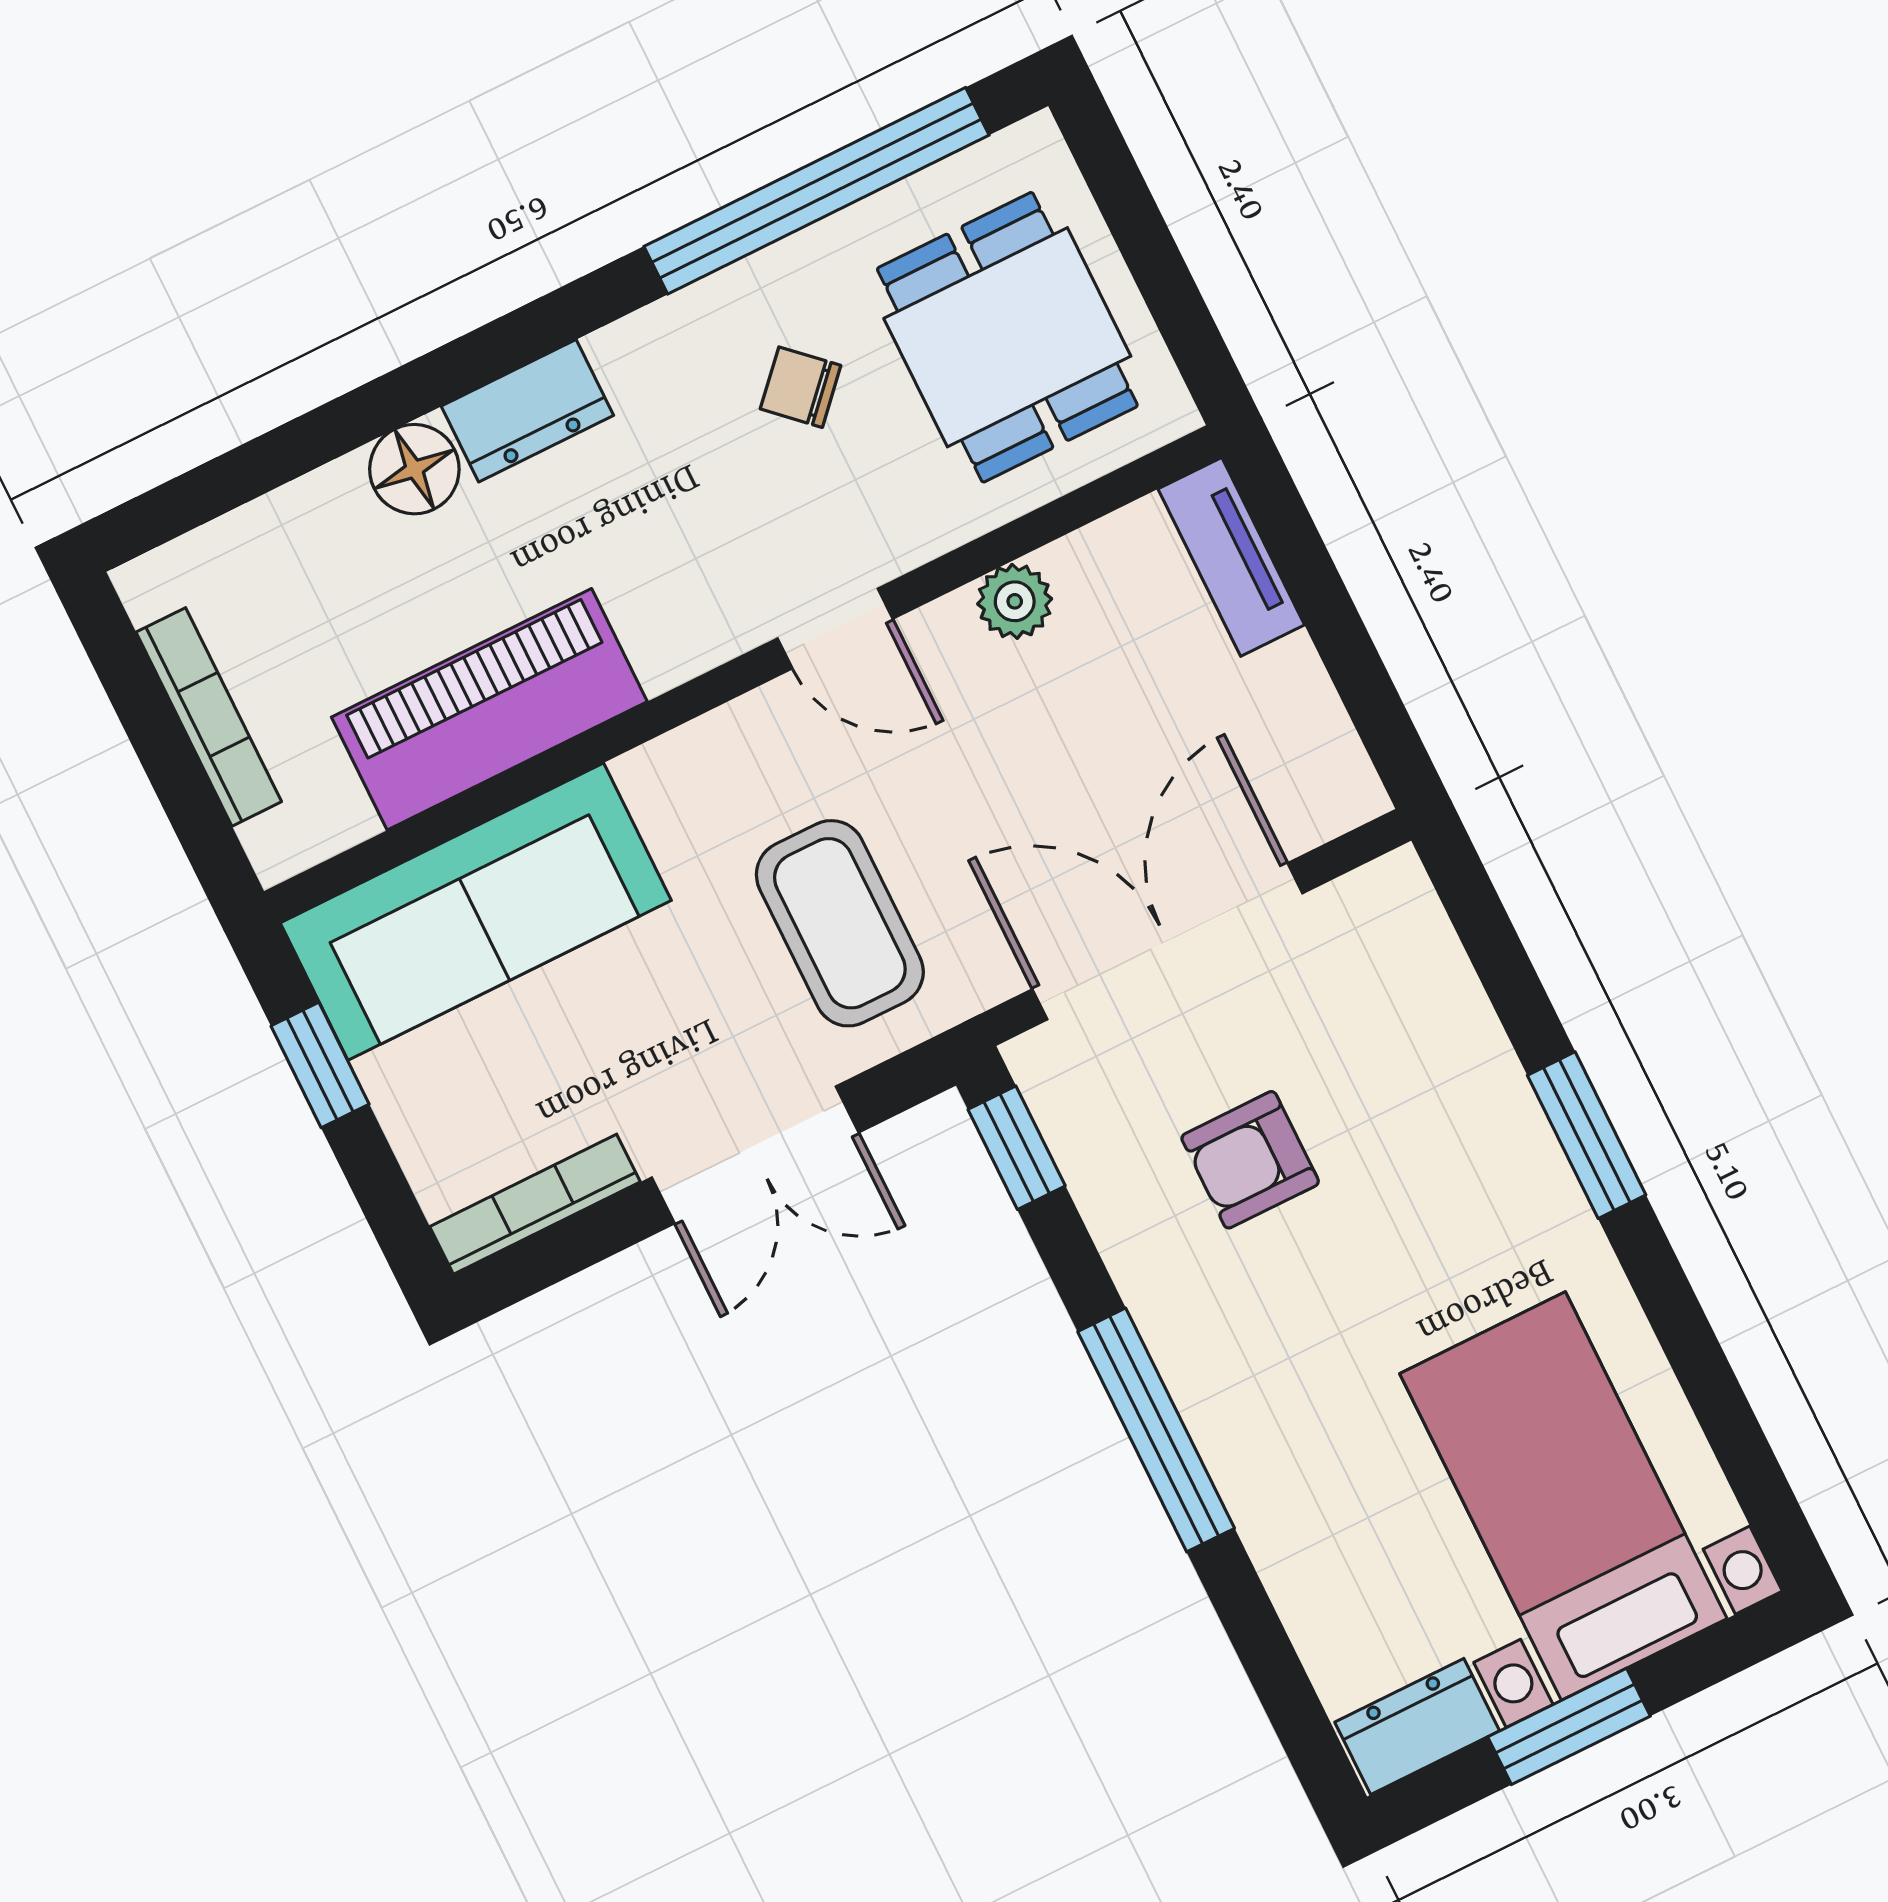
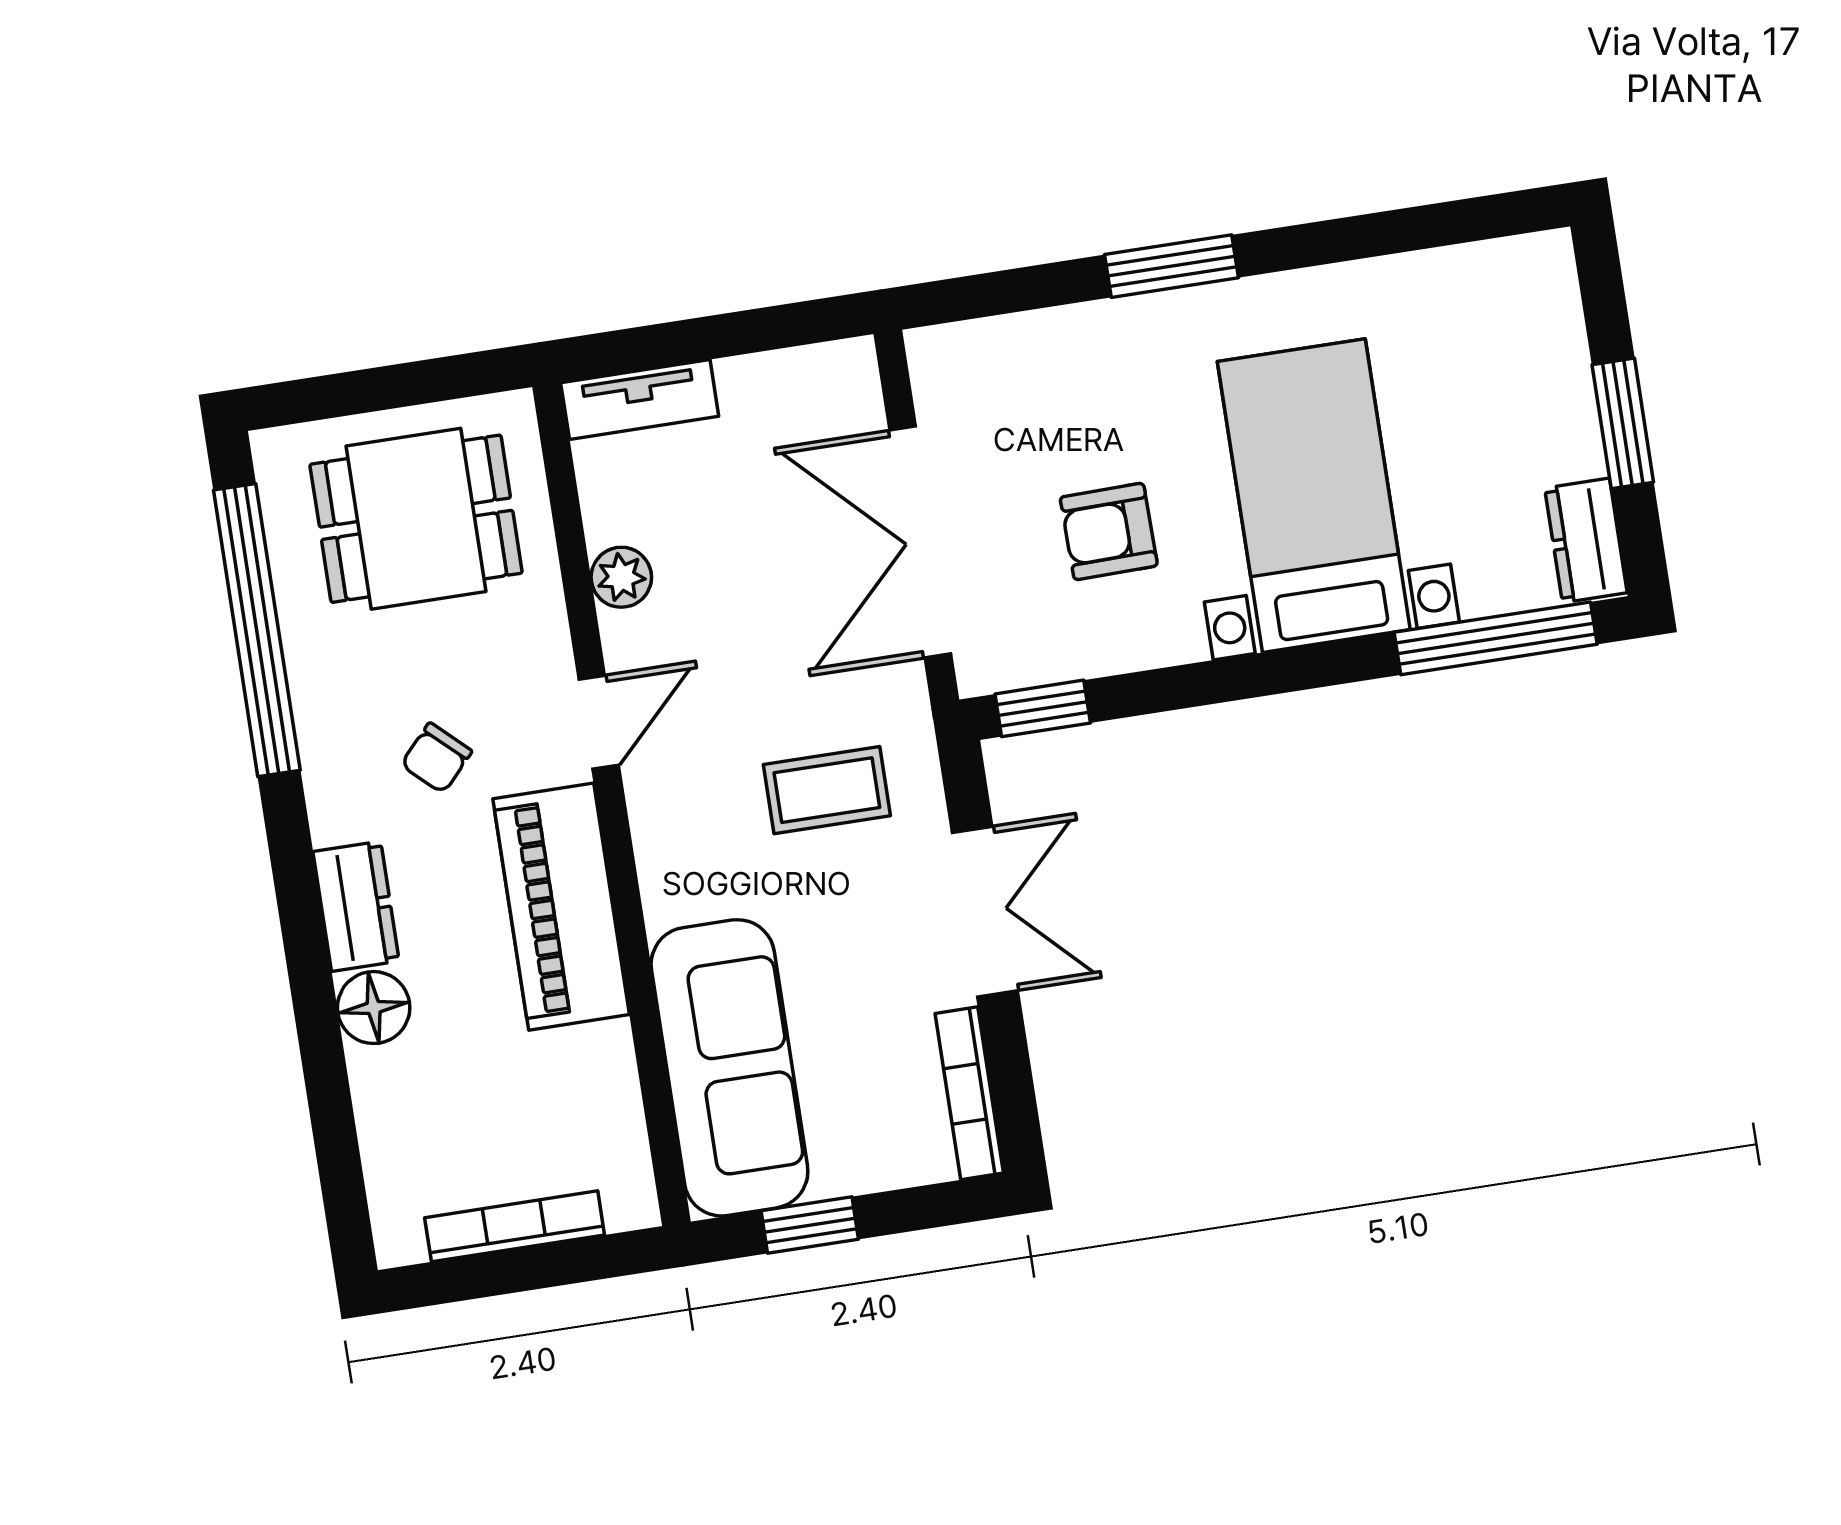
chair: (801, 387) -> (436, 758), moved
piano: (489, 709) -> (561, 907), moved
coffee table: (840, 923) -> (827, 790), width x0.73, depth x0.77
armchair: (1250, 1160) -> (1109, 531), turned 89
window: (1156, 1430) -> (1496, 638), moved
bed with nightstands: (1563, 1496) -> (1314, 496), moved, turned 90

